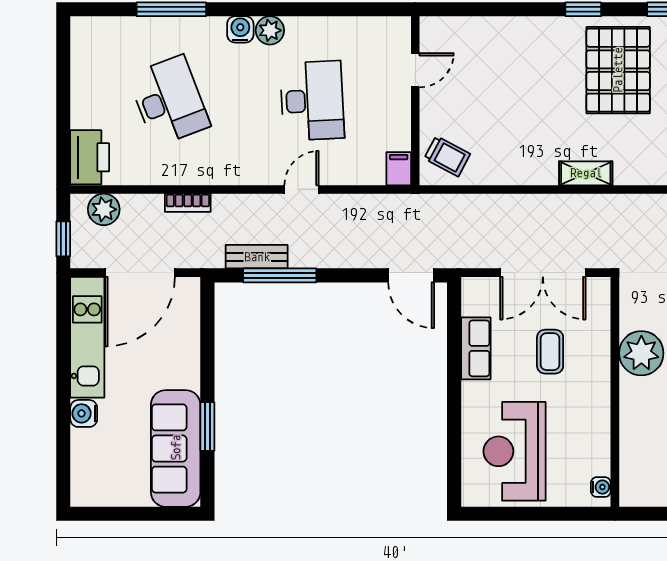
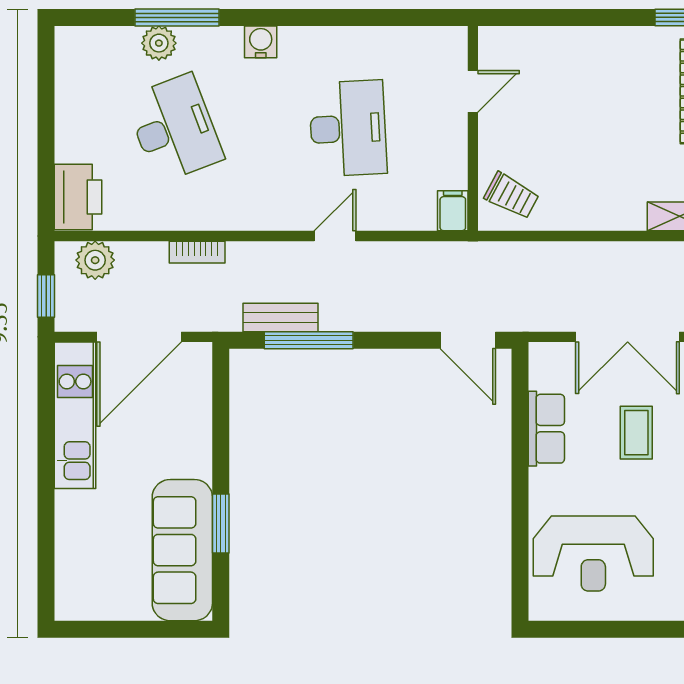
plant: (270, 30) -> (159, 43), moved
water cooler: (84, 413) -> (71, 508), removed
reception desk: (515, 451) -> (593, 554), turned -90

